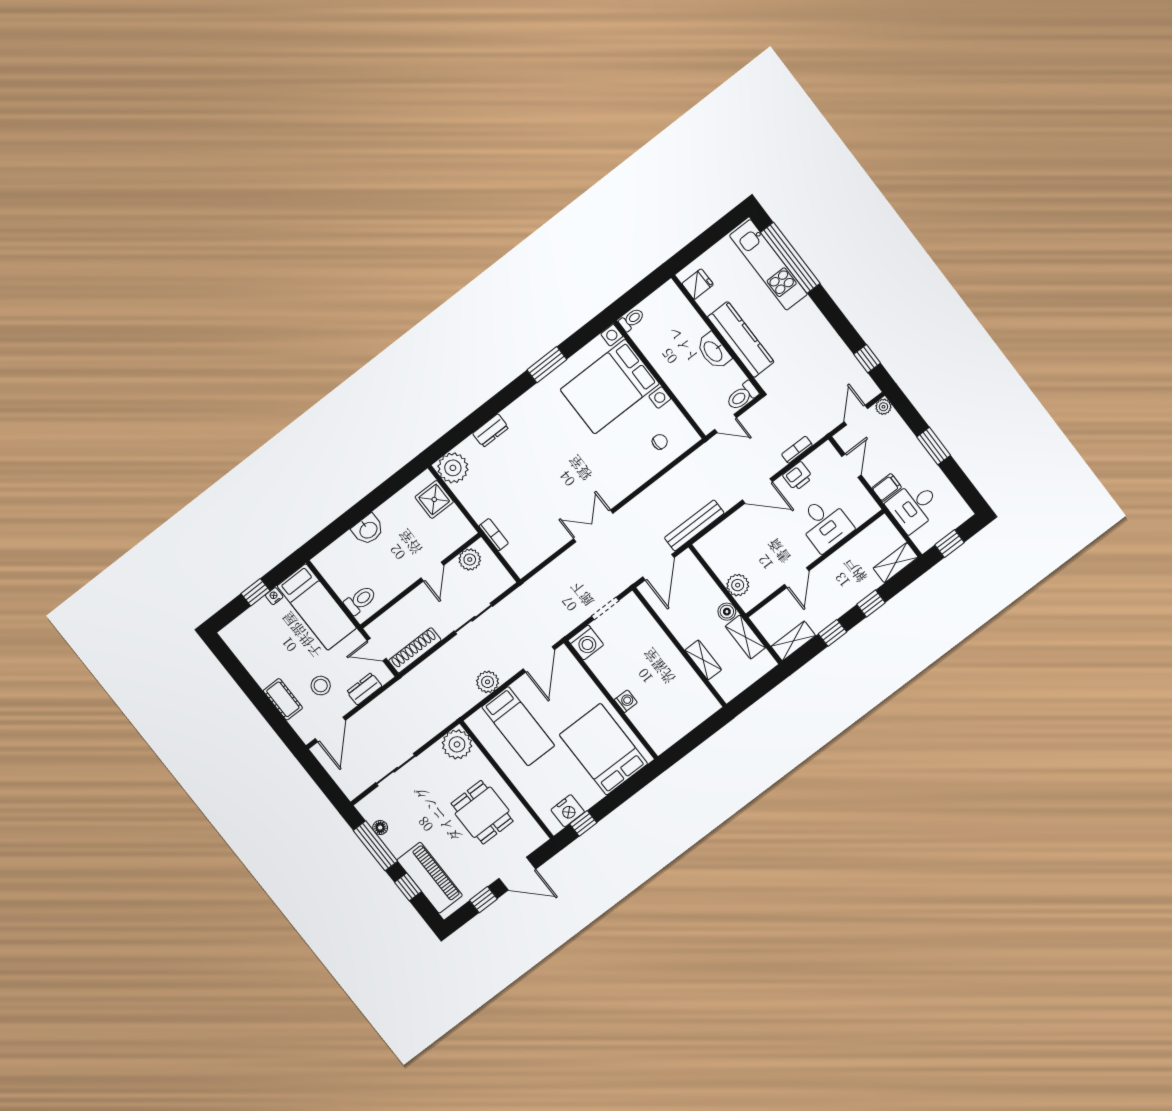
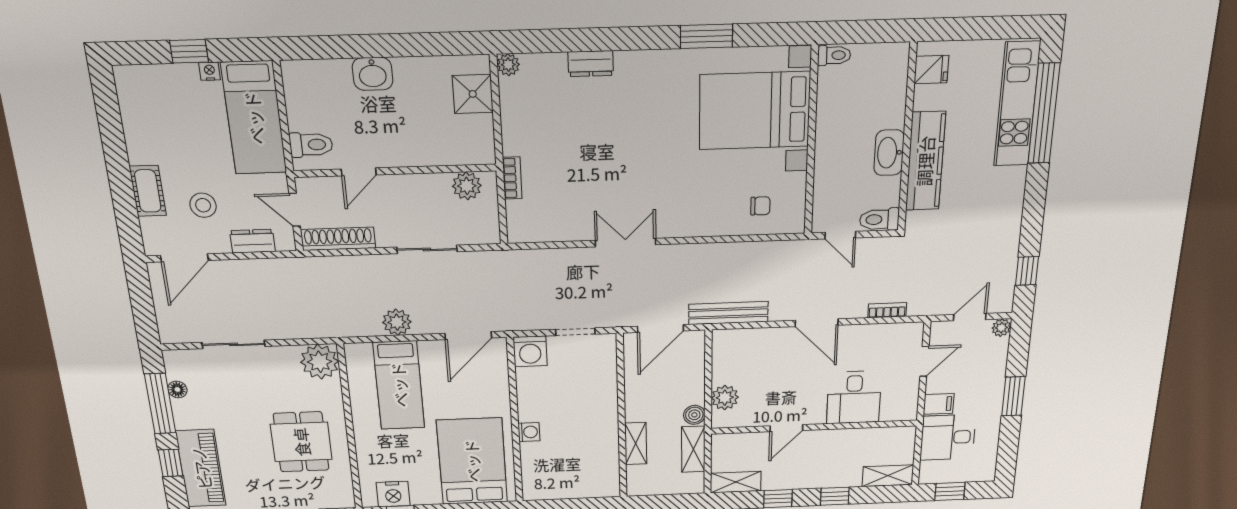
plant: (453, 468) -> (508, 65), width x0.53, depth x0.53
printer: (798, 476) -> (866, 336), removed
door: (432, 572) -> (359, 172), moved

